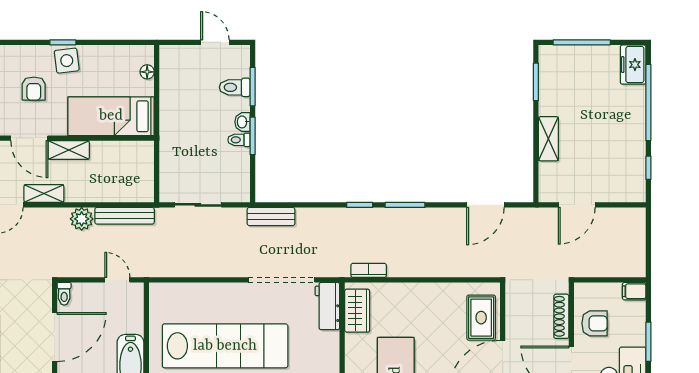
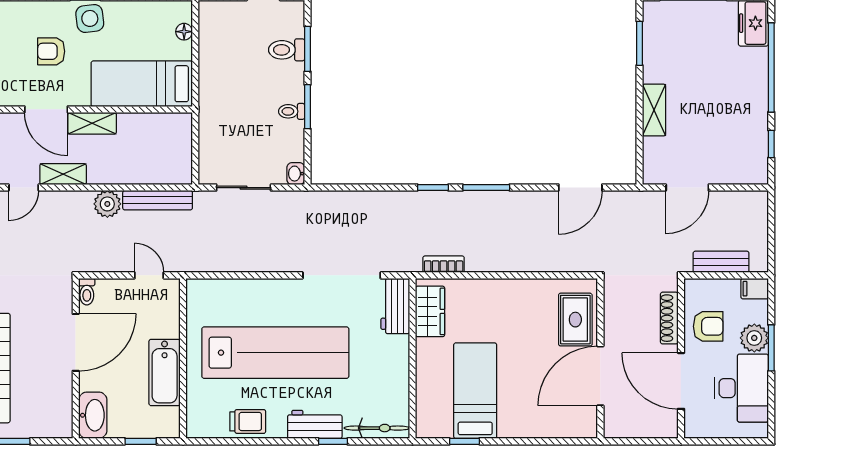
armchair: (34, 89) -> (51, 51), turned 90
washbasin: (242, 122) -> (296, 174), moved
bench: (271, 216) -> (721, 262), moved
plant: (634, 333) -> (754, 338), added

